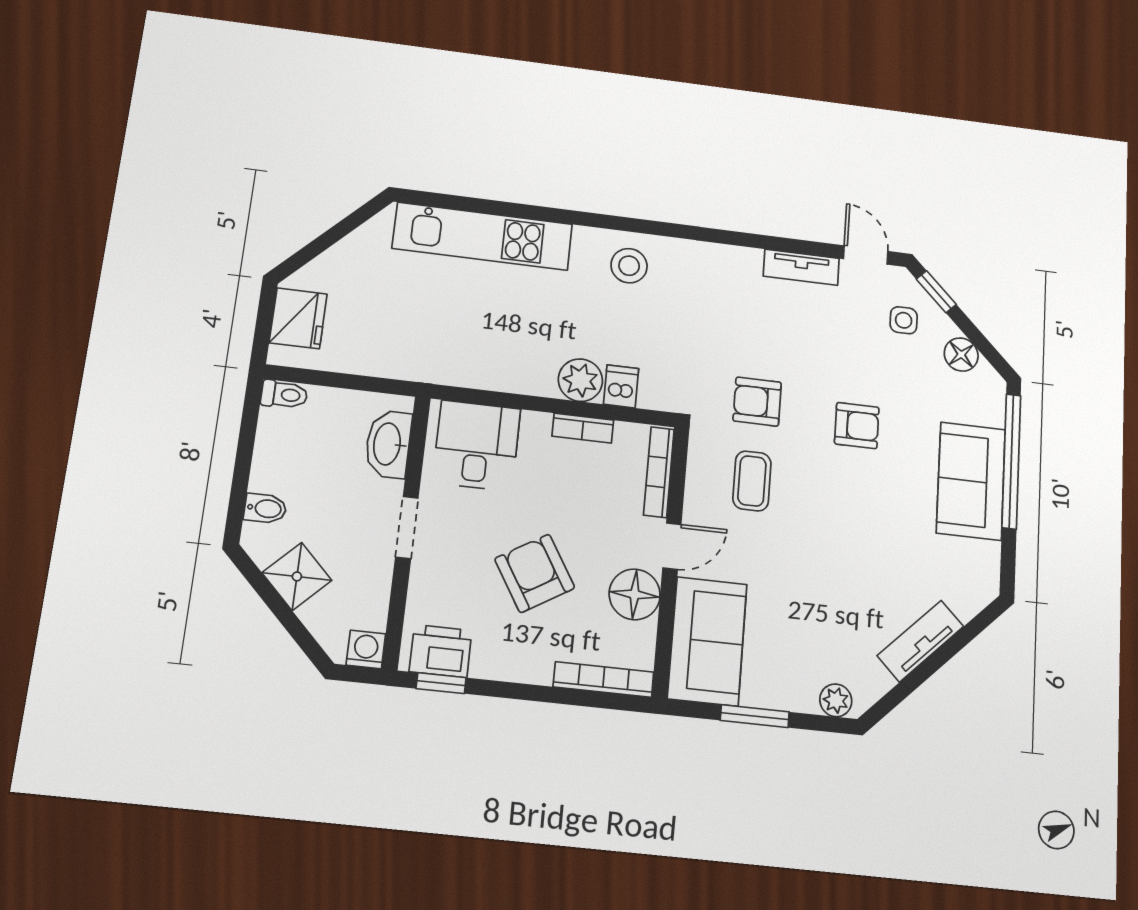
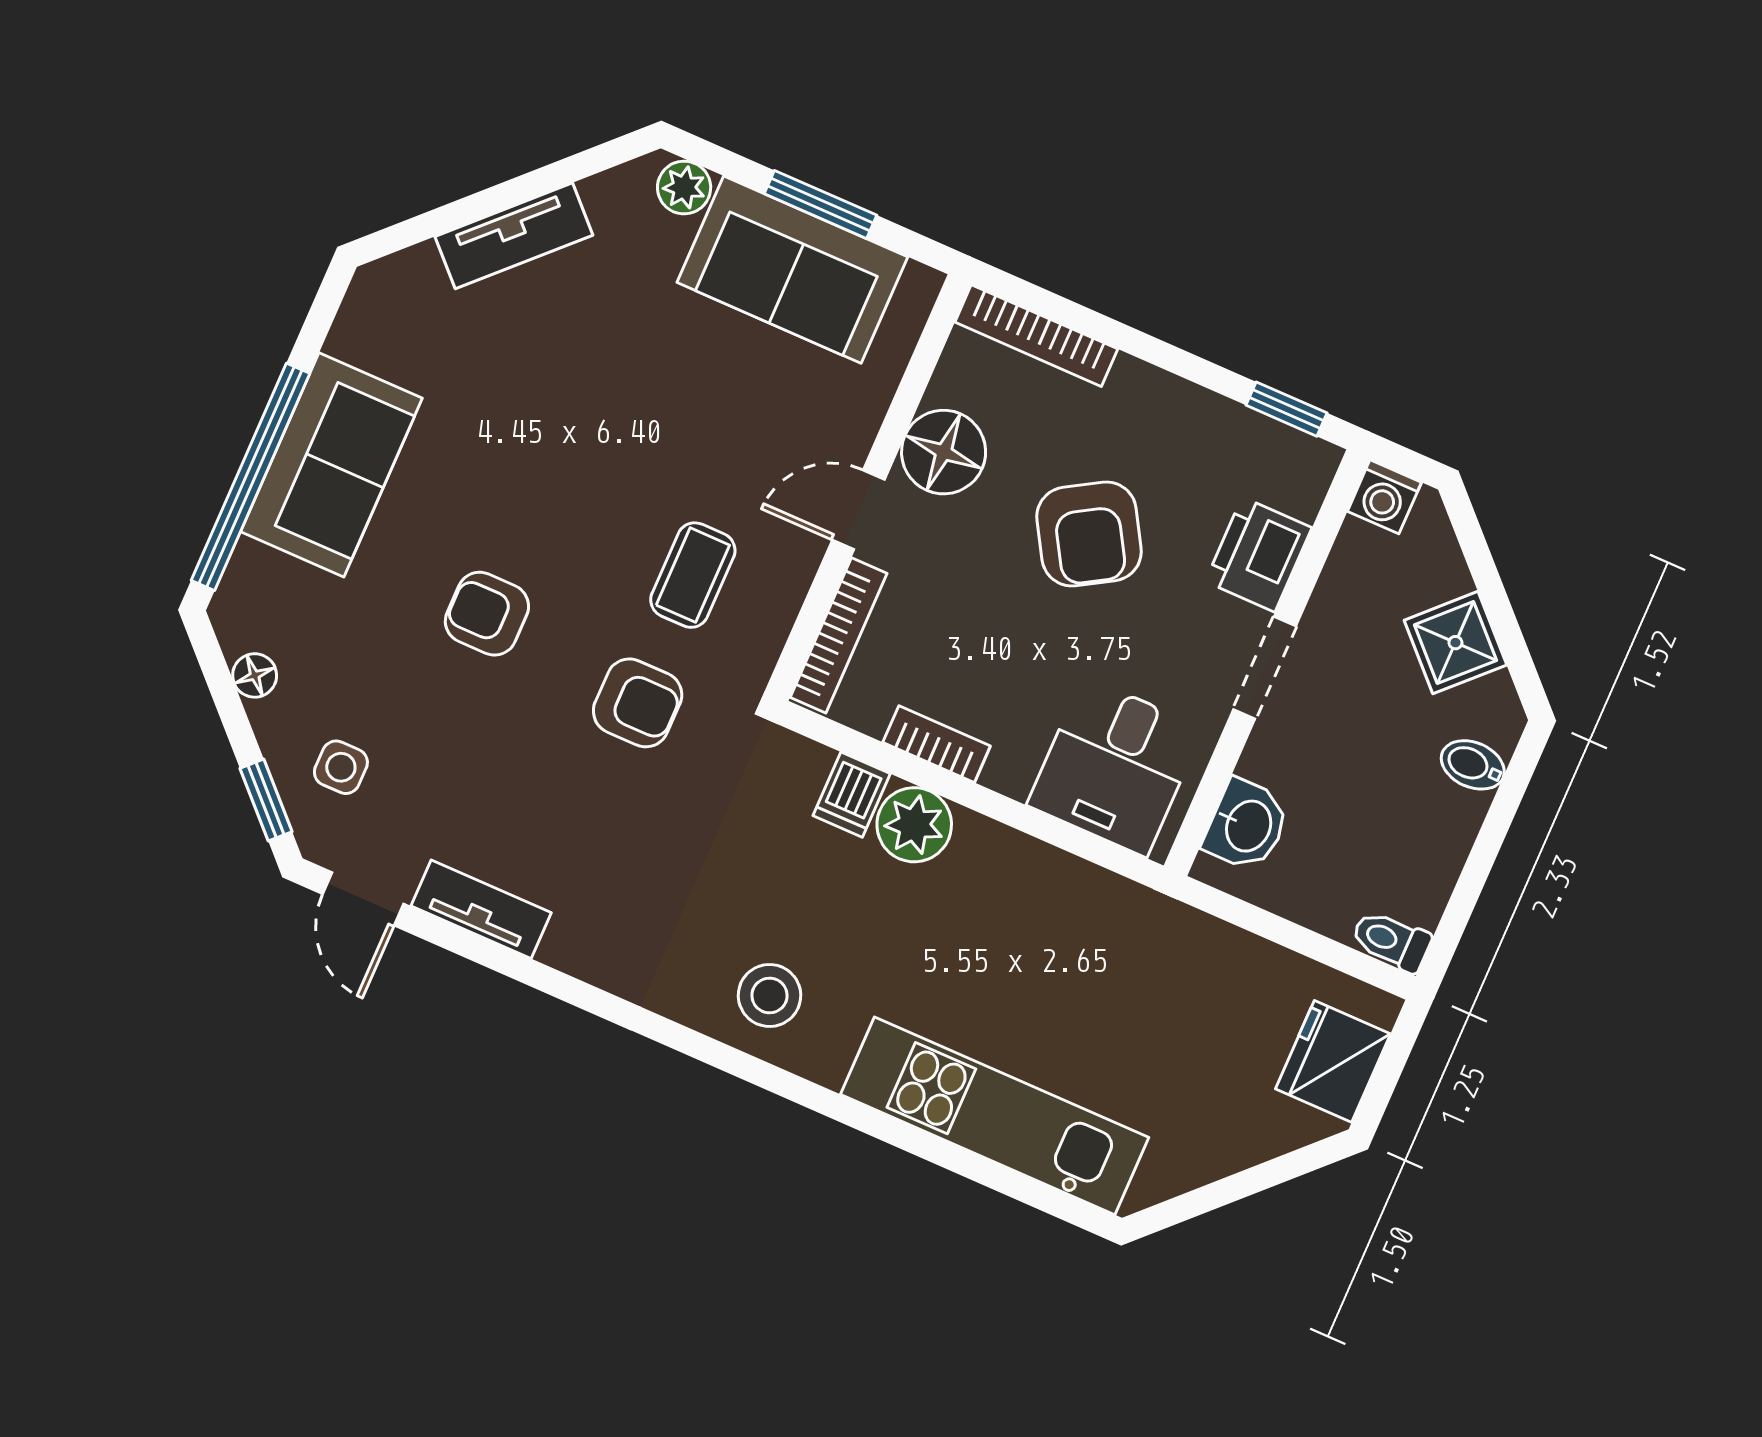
floor lamp: (961, 355) -> (255, 675), width x0.73, depth x0.73
washbasin: (388, 444) -> (1247, 825), width x0.72
sofa: (707, 641) -> (792, 270), moved, turned -90
printer: (441, 651) -> (1259, 555), moved, turned 90

